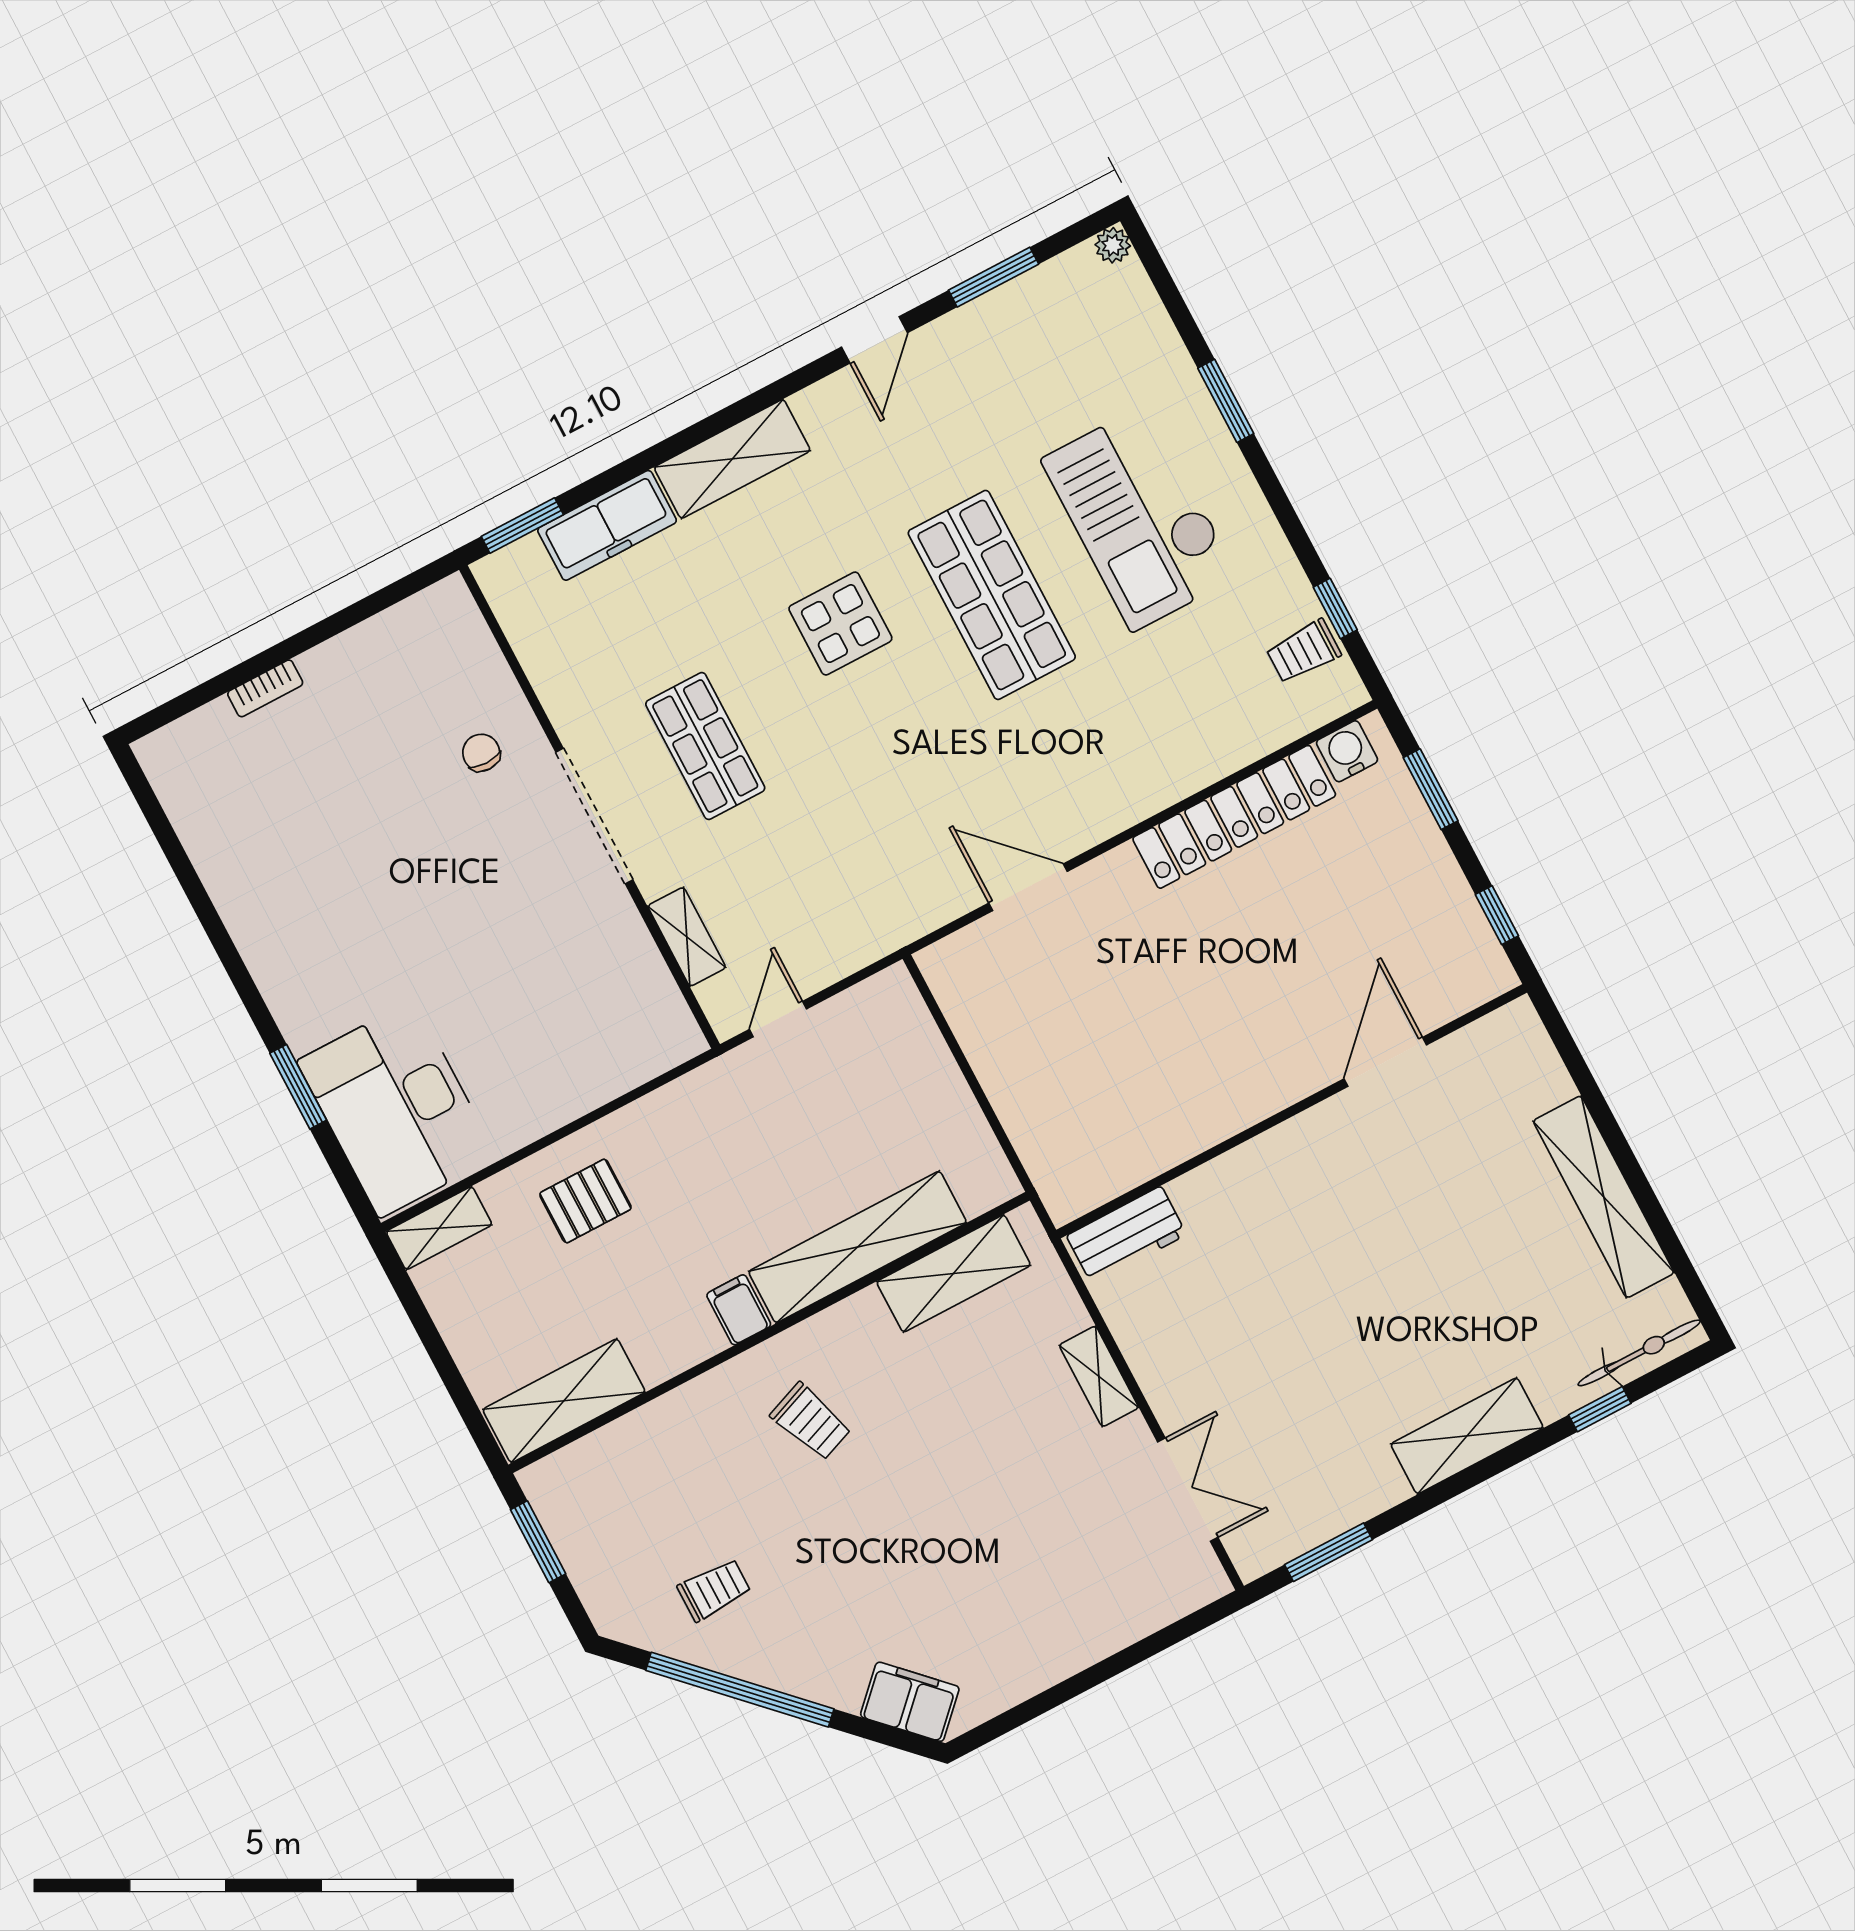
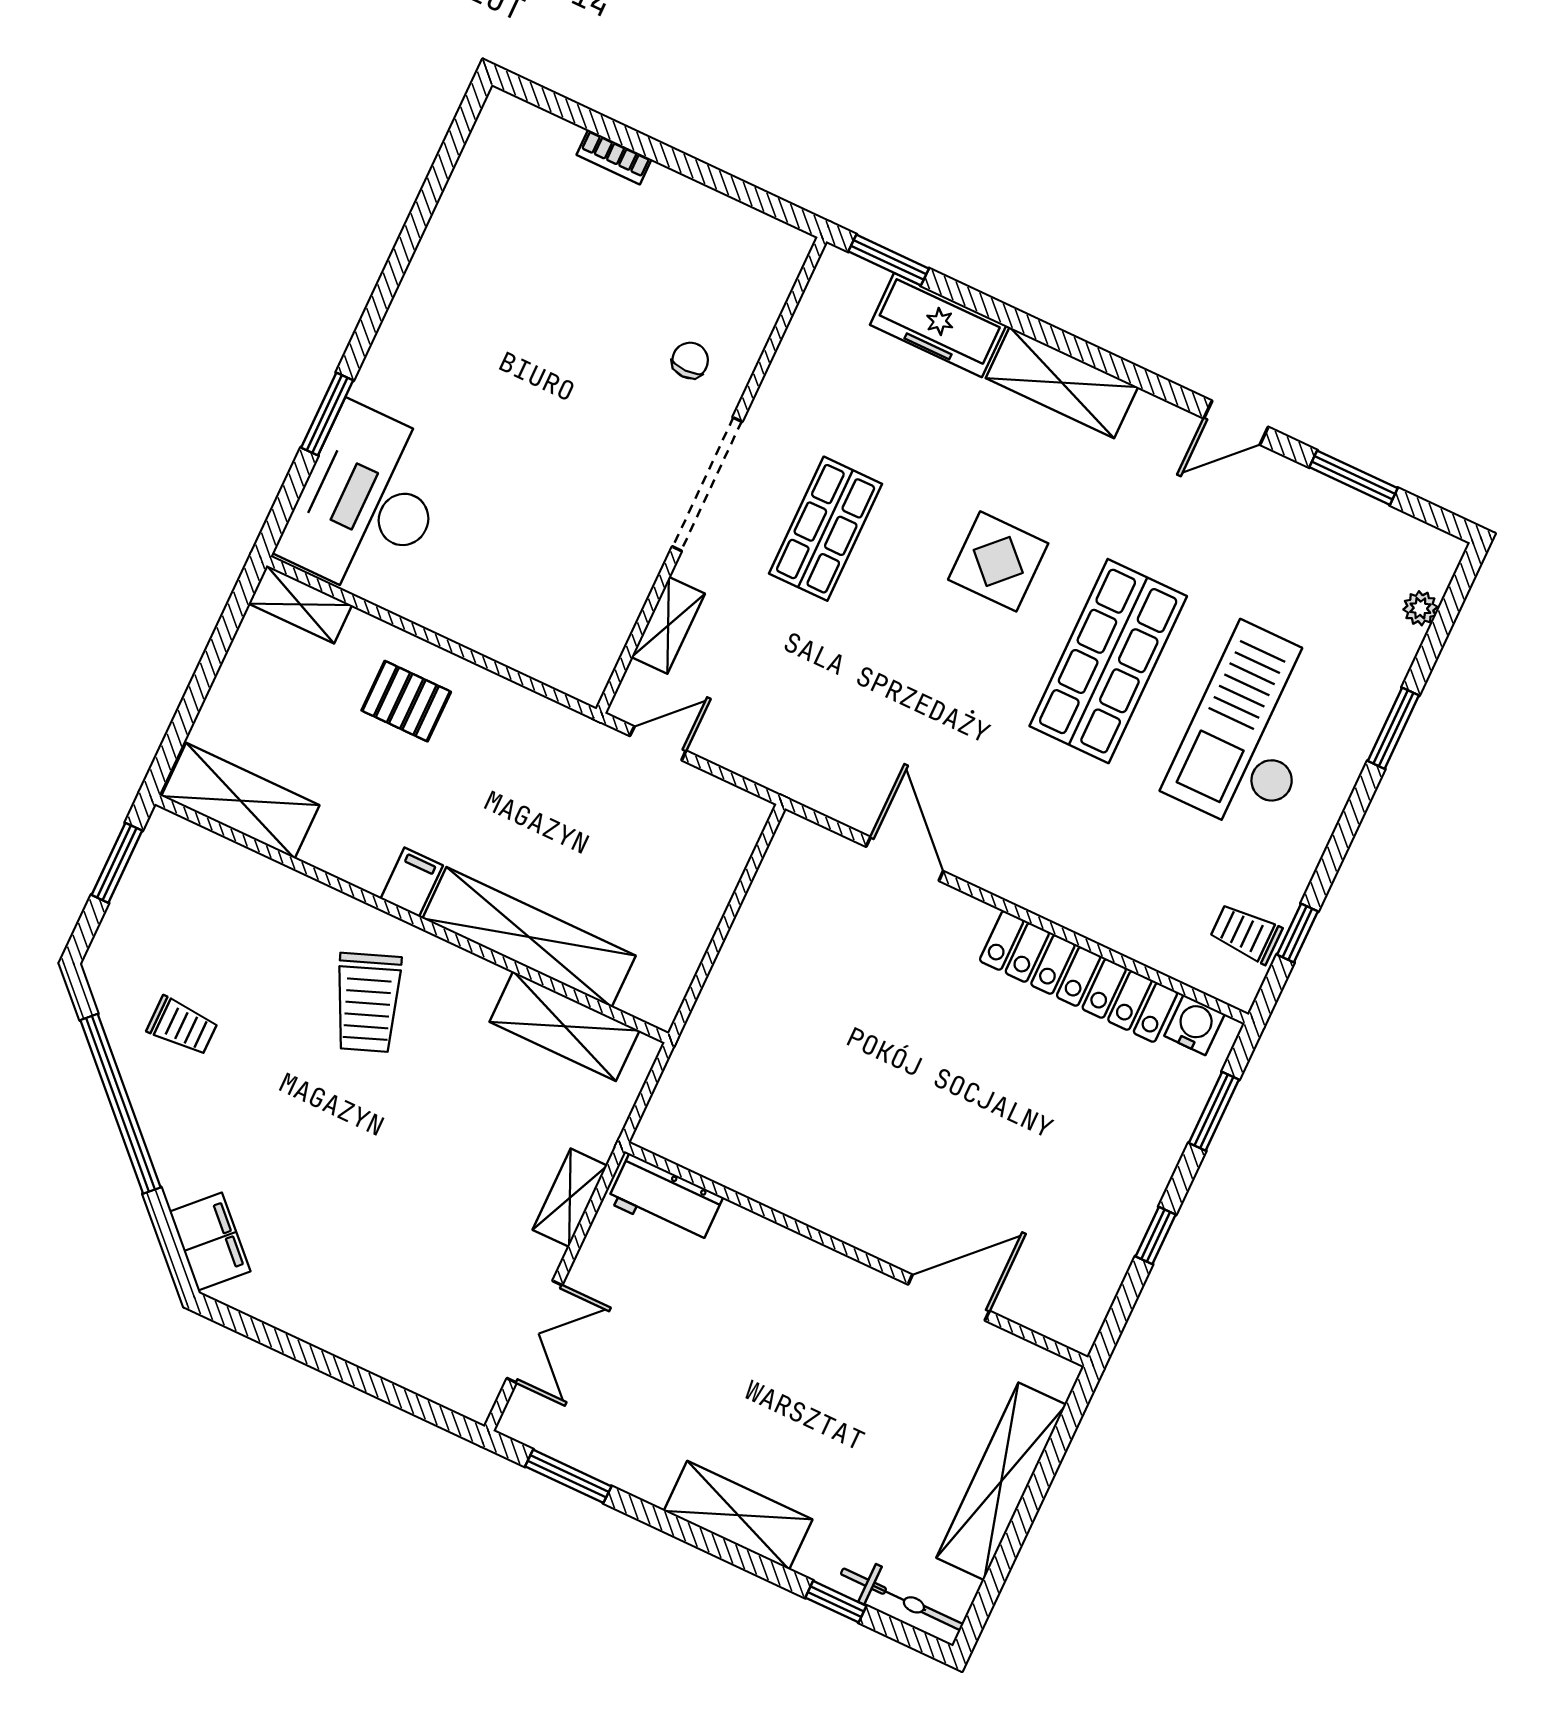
plant: (1113, 245) -> (1420, 608), moved
door: (1385, 1062) -> (949, 1298), moved
wall: (1292, 1111) -> (856, 1254), moved
workbench: (1126, 1235) -> (665, 1199), moved
trolley: (811, 1422) -> (368, 1003), width x1.36, depth x1.39

